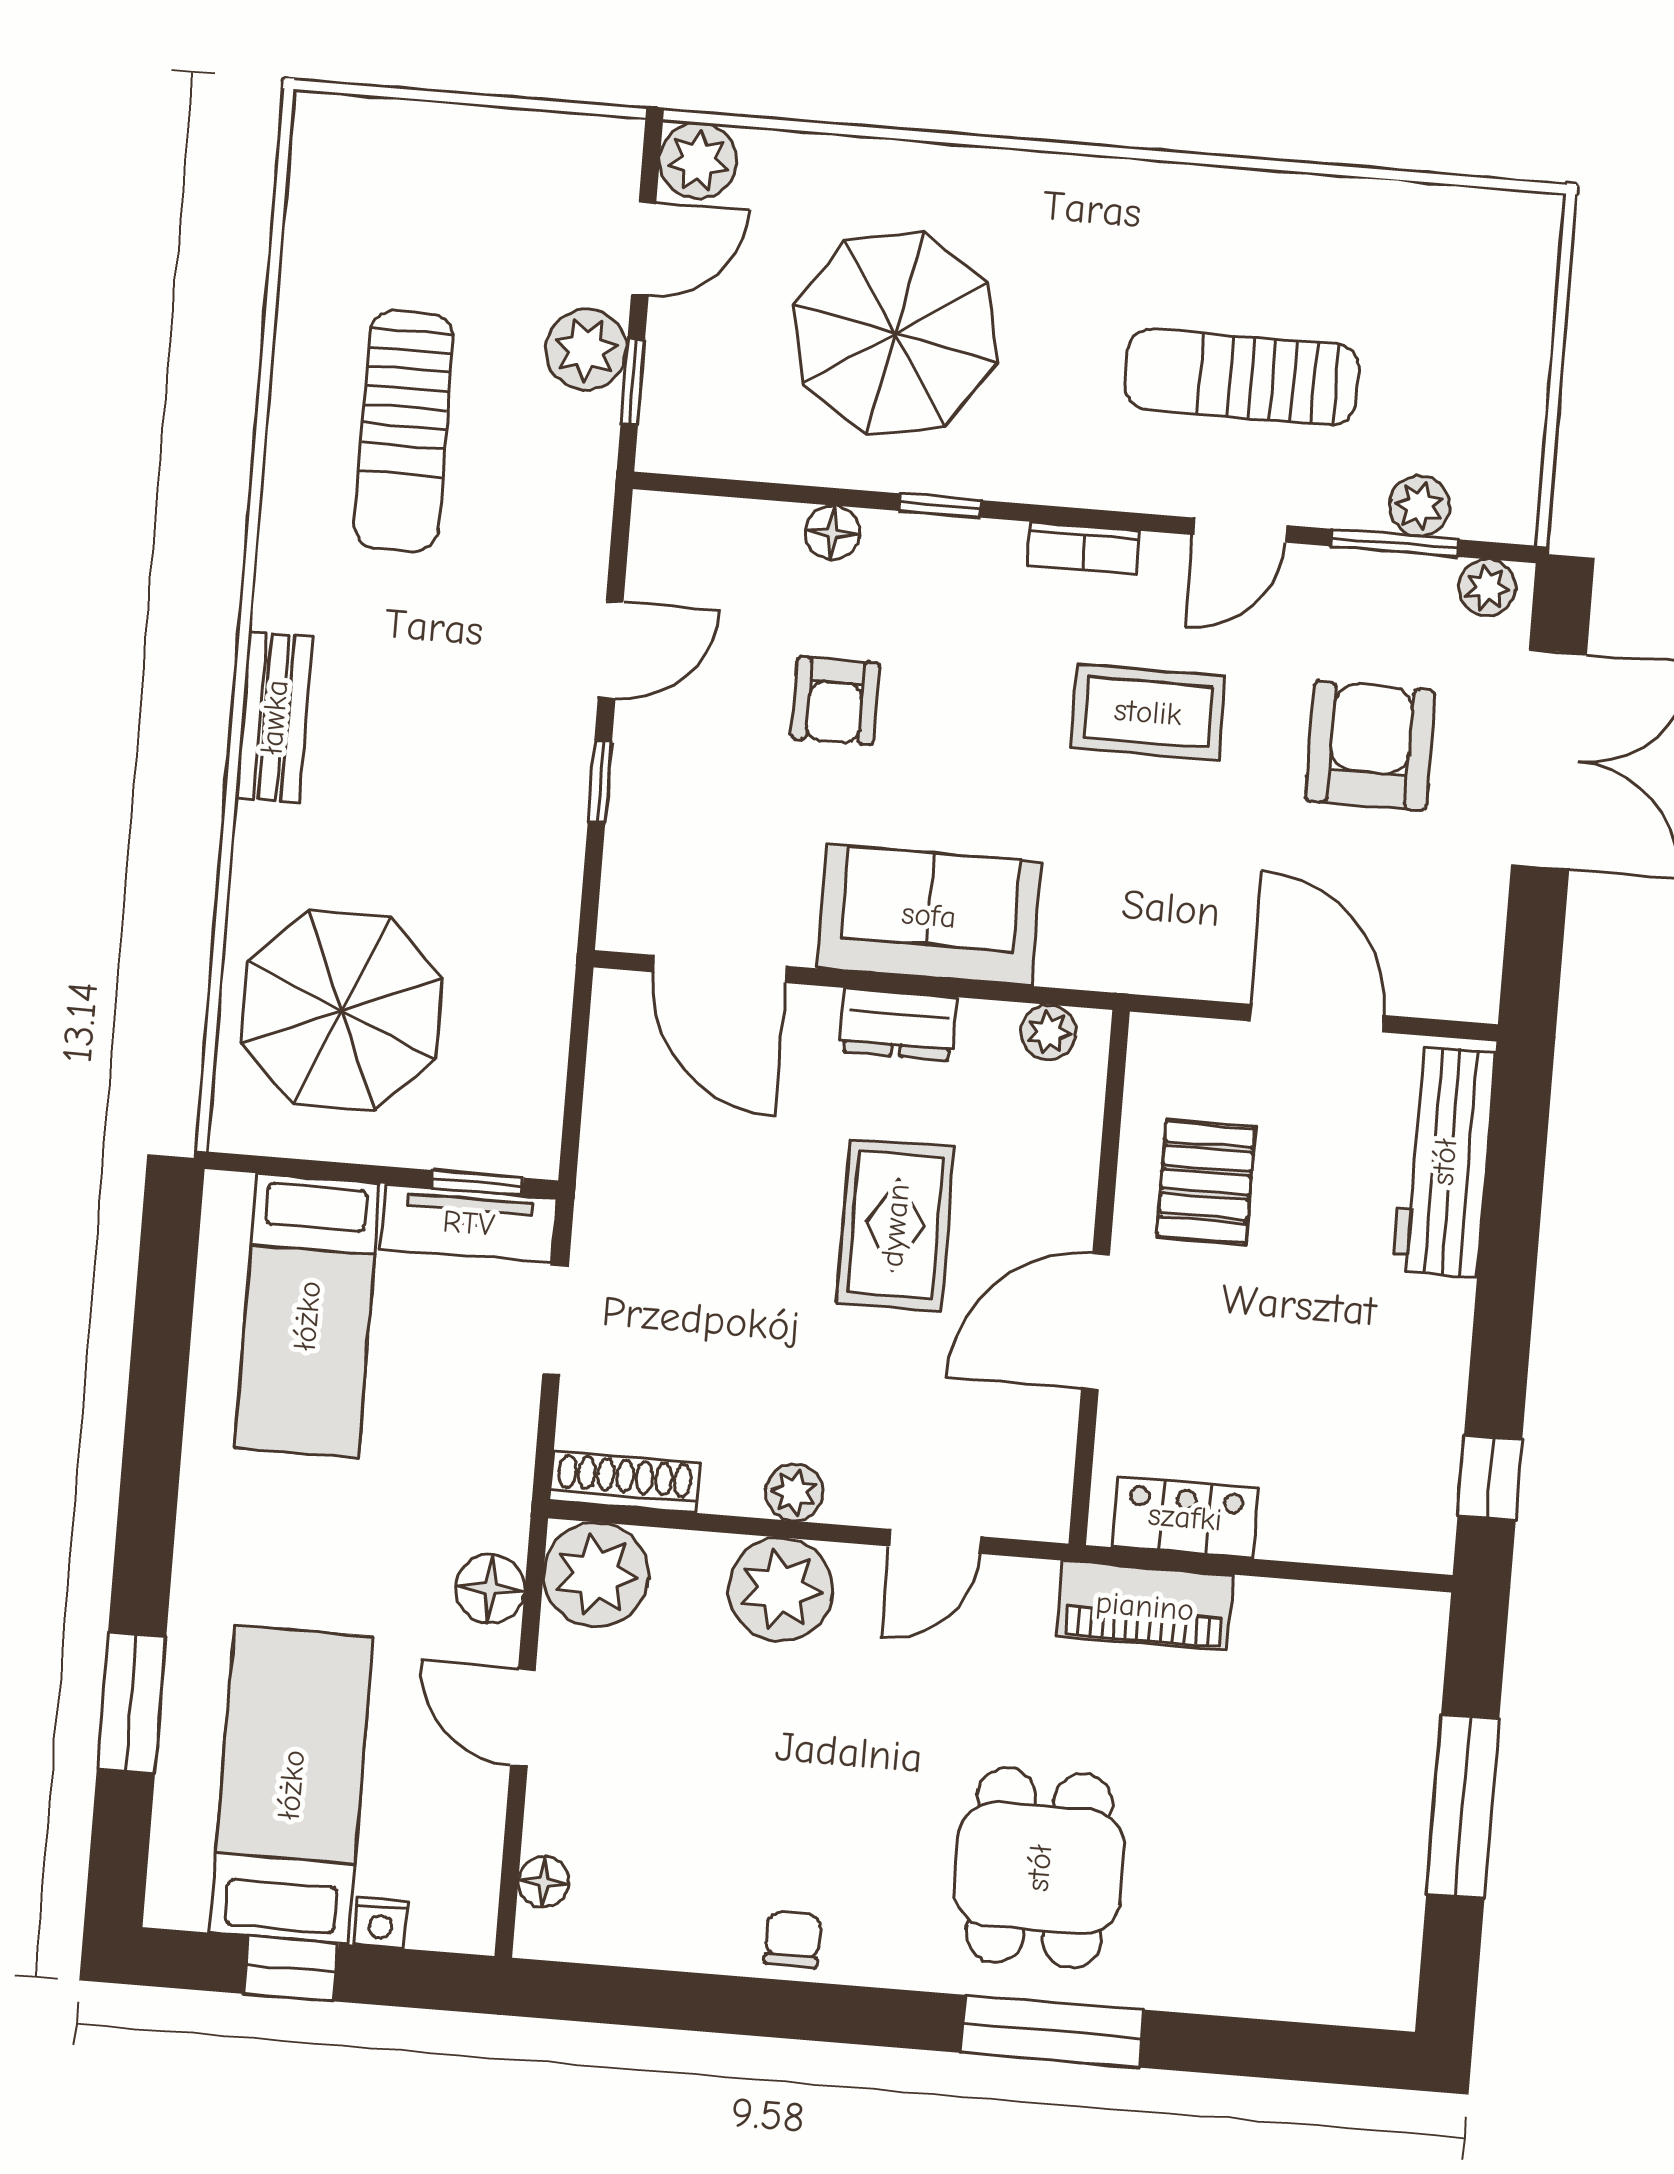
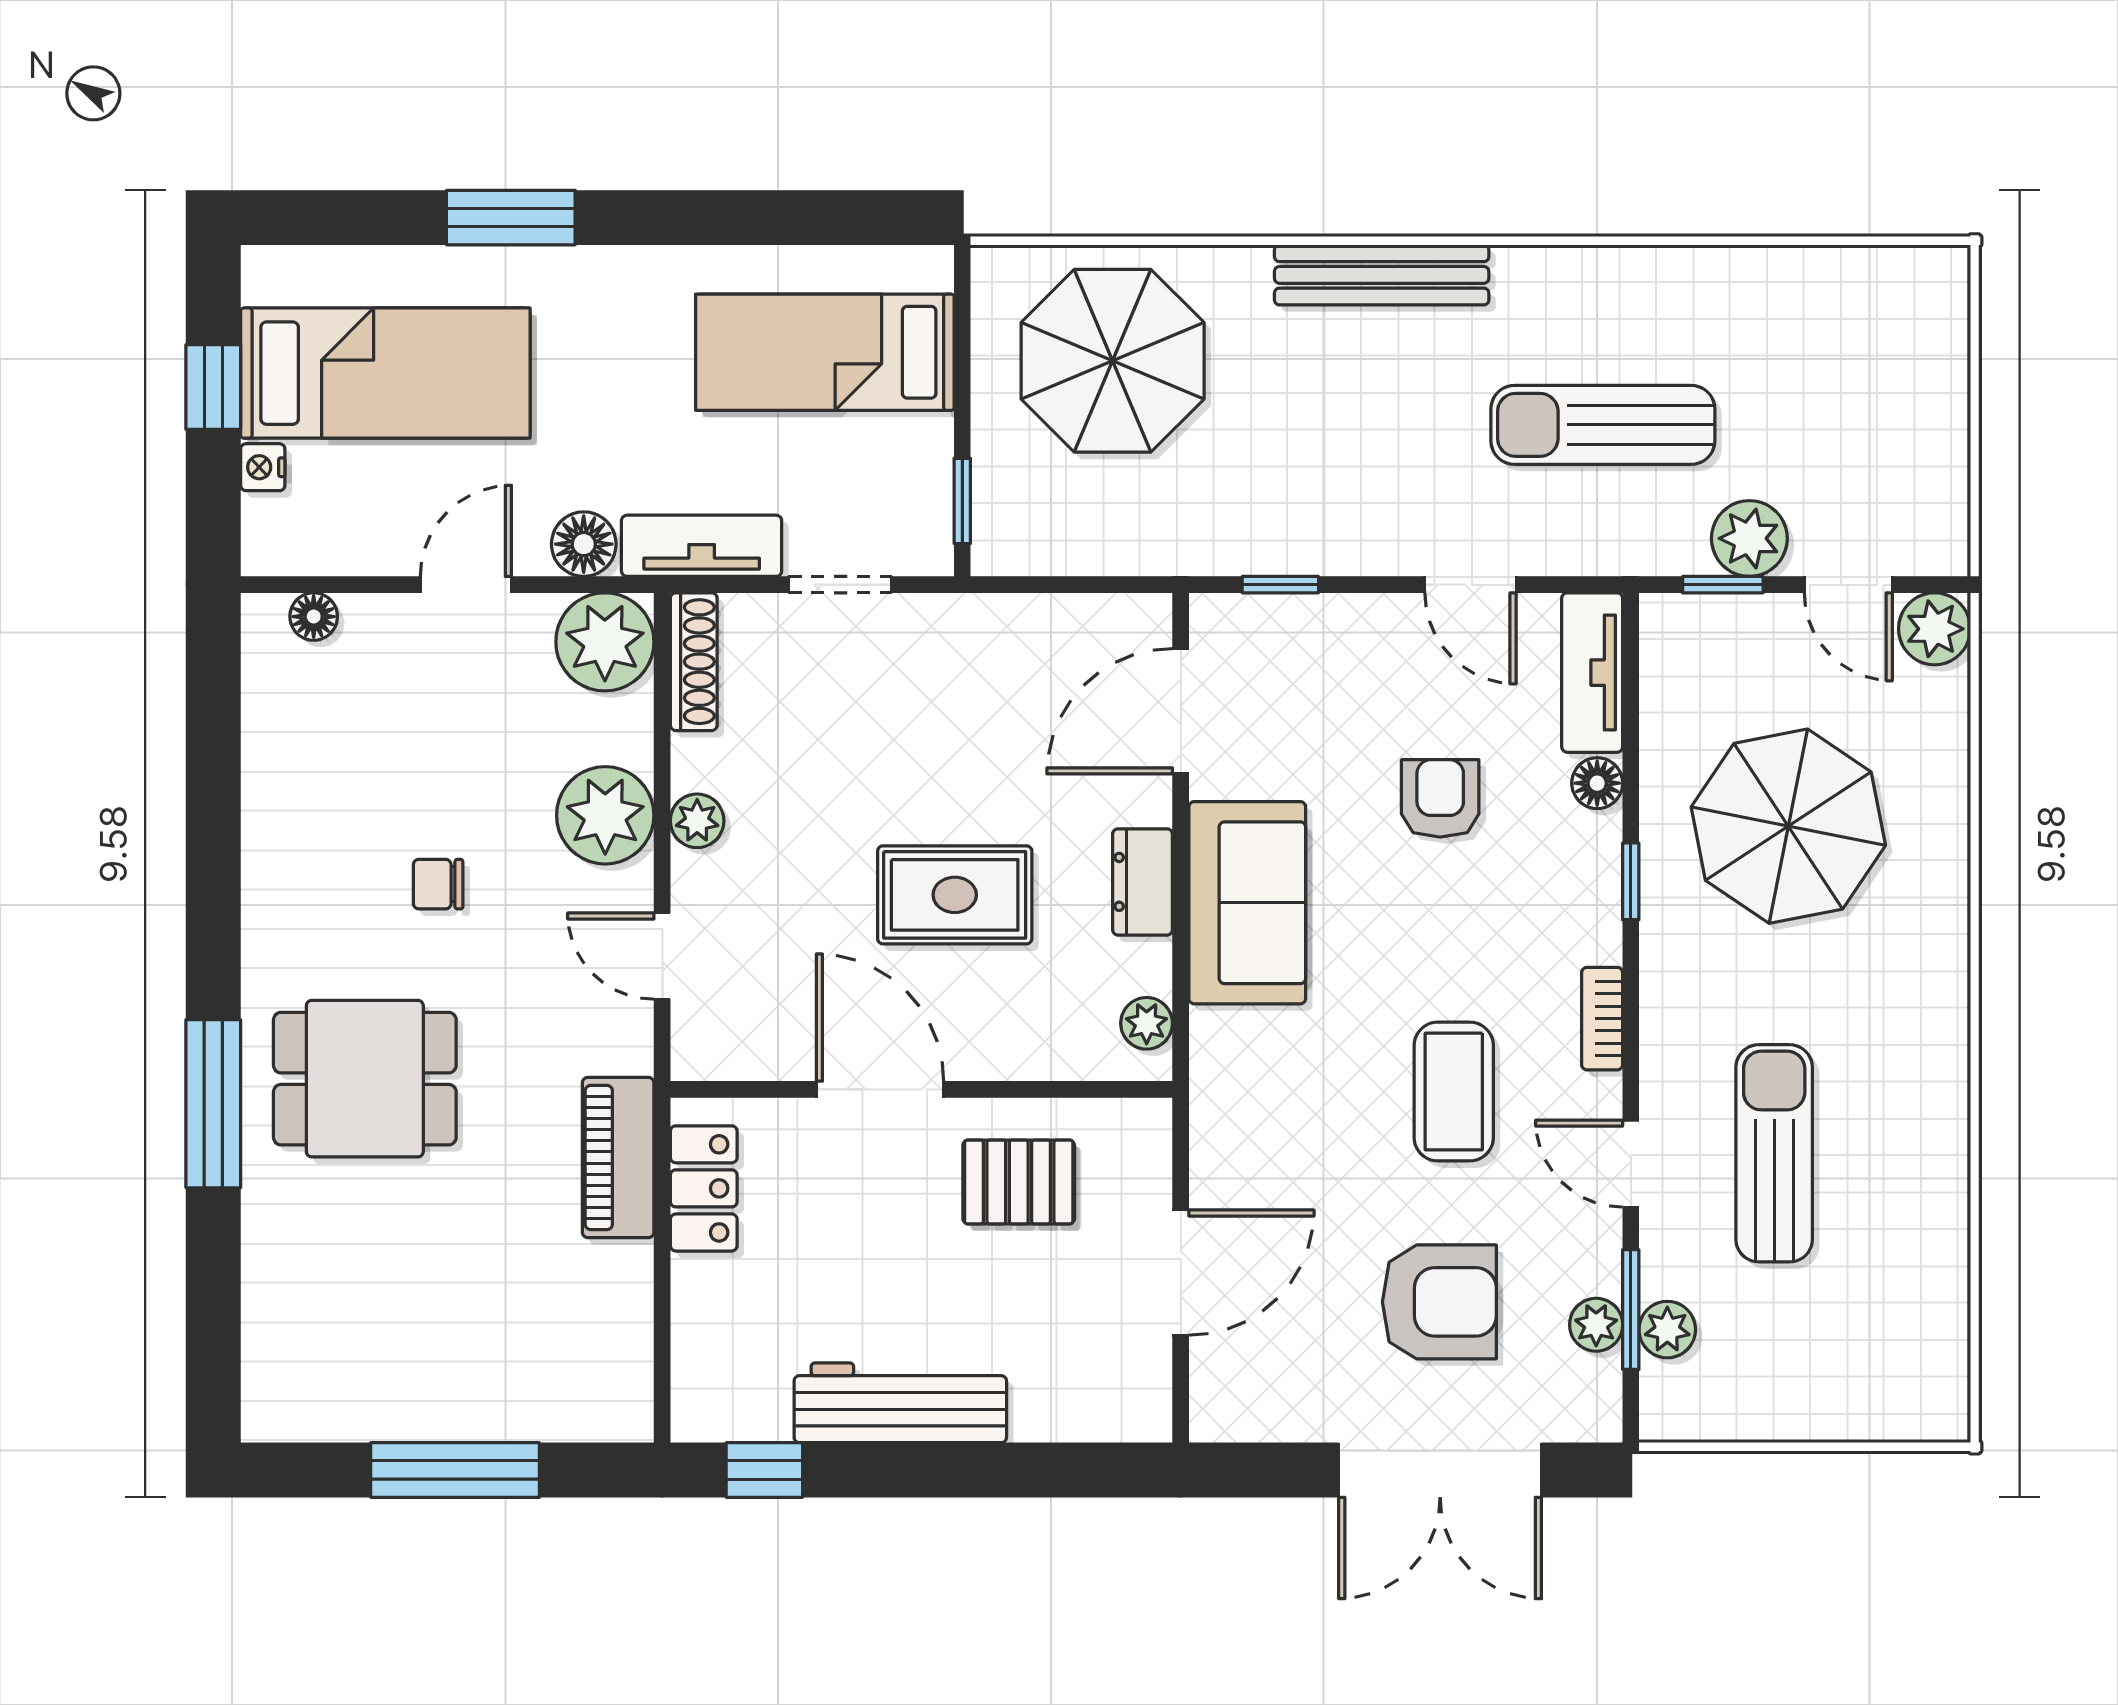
sun lounger: (404, 431) -> (1603, 425), moved
tv unit: (715, 528) -> (1592, 673), added
plant: (1487, 588) -> (1596, 1325), moved
armchair: (835, 701) -> (1440, 798), turned 90
bench: (274, 717) -> (1382, 275), width x1.36
window: (600, 782) -> (1280, 585), moved
workbench: (1444, 1162) -> (900, 1403), moved
tv unit: (469, 1223) -> (702, 546), moved, turned 90
window: (131, 1703) -> (511, 218), moved
chair: (793, 1940) -> (438, 884), moved, turned 180

